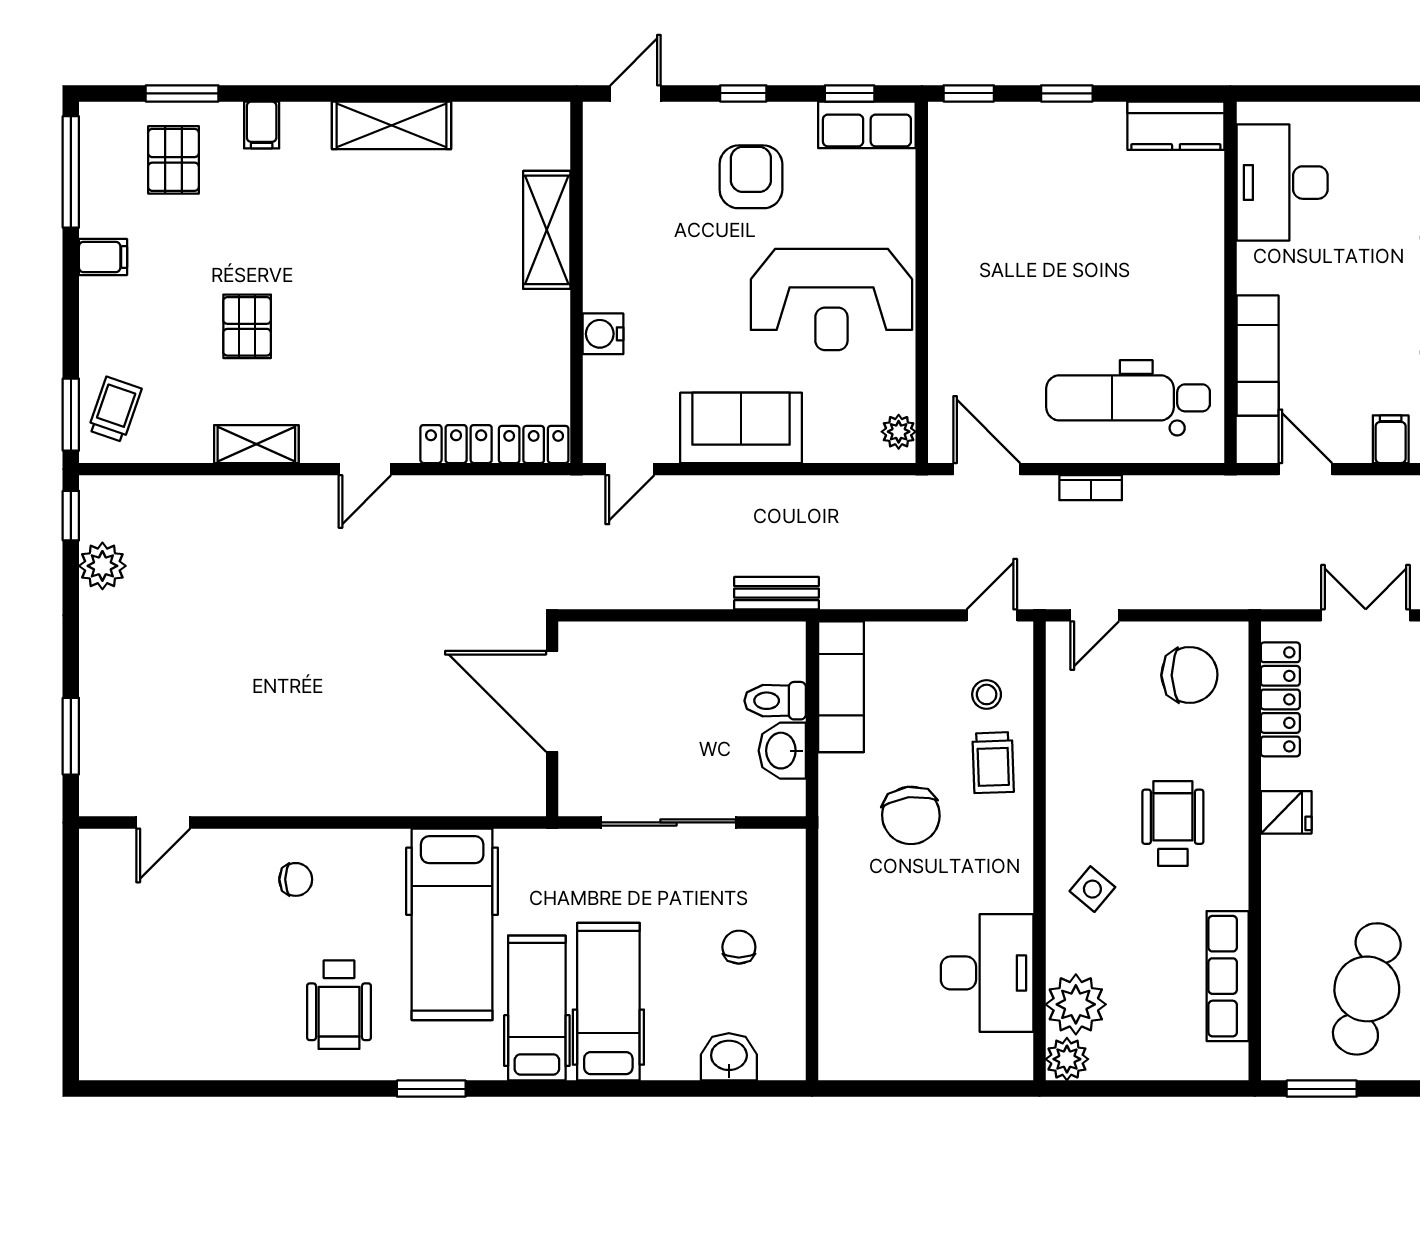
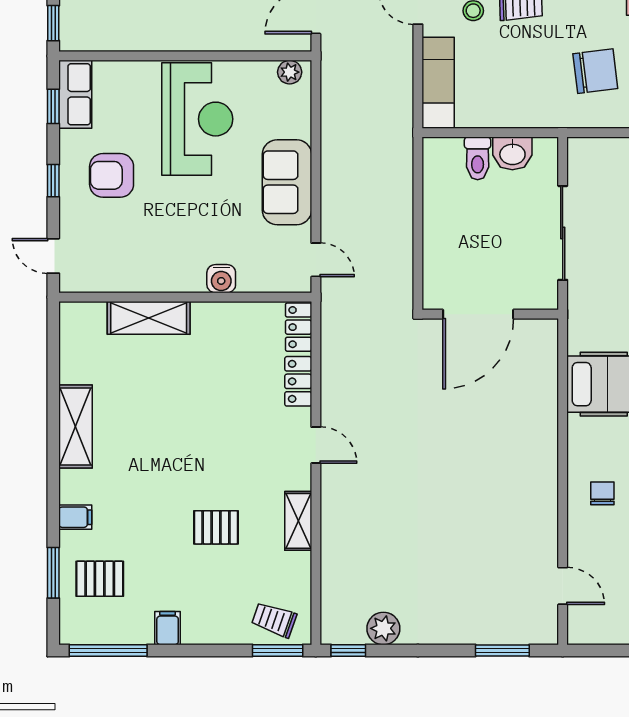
bench: (776, 593) -> (402, 157), removed
exam couch: (841, 687) -> (438, 83), moved, turned 90
chair: (911, 815) -> (595, 71), moved

